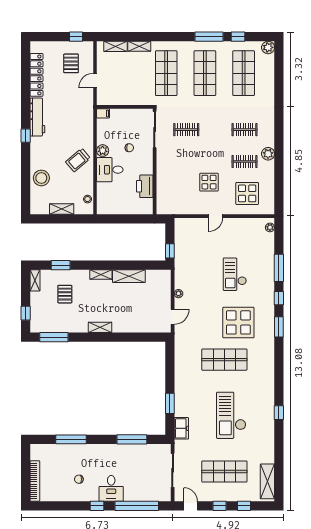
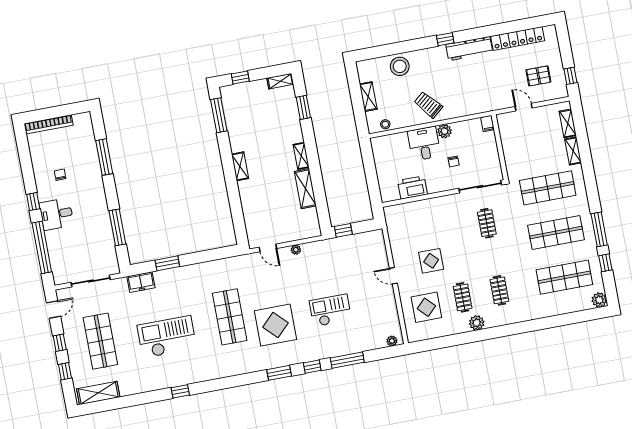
pallet: (65, 294) -> (271, 119), removed

